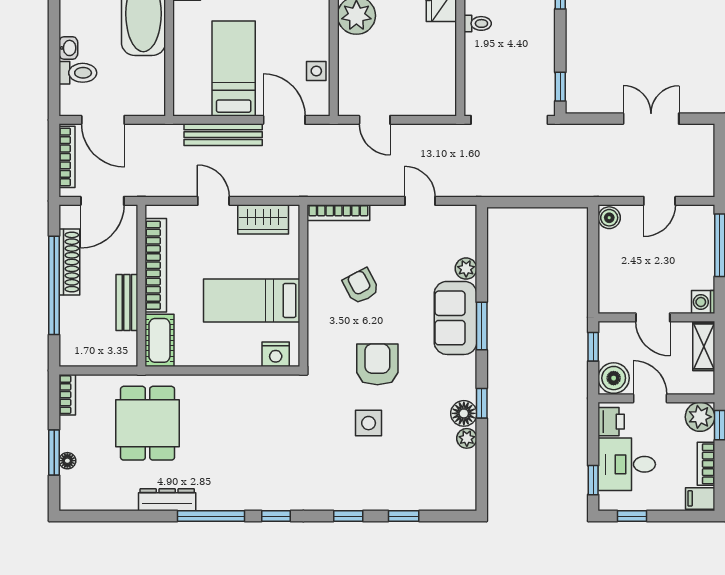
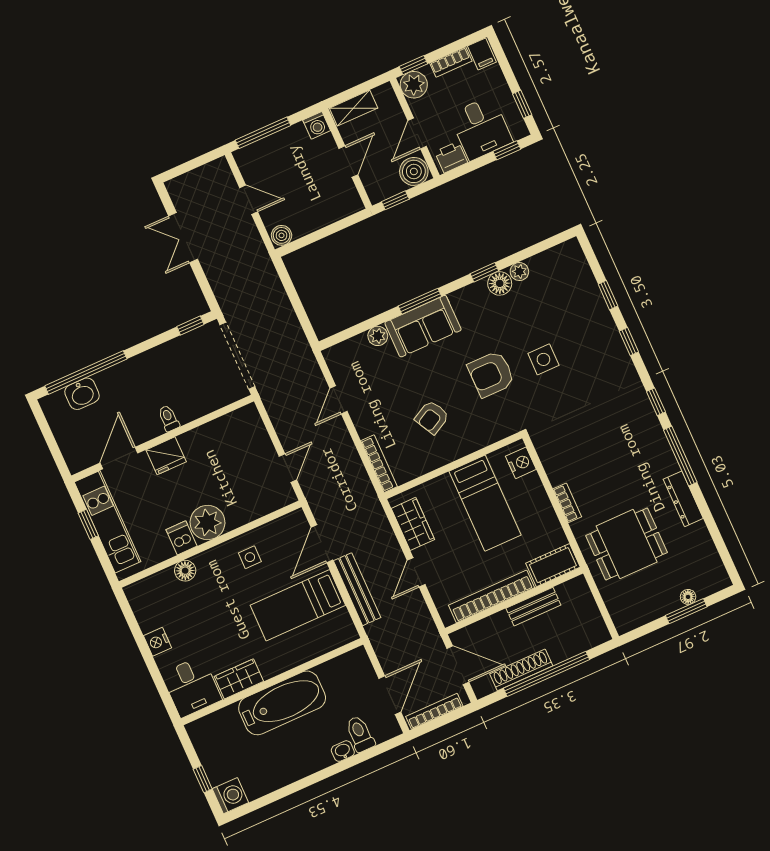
side table: (316, 71) -> (250, 557), moved
bookcase: (67, 395) -> (567, 503), moved, turned 90

